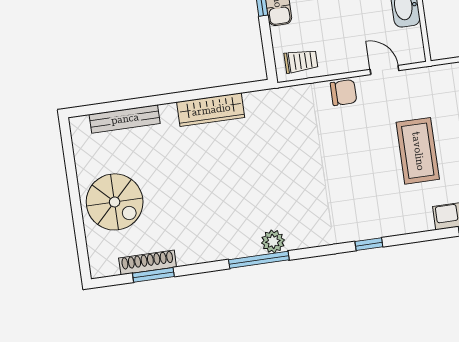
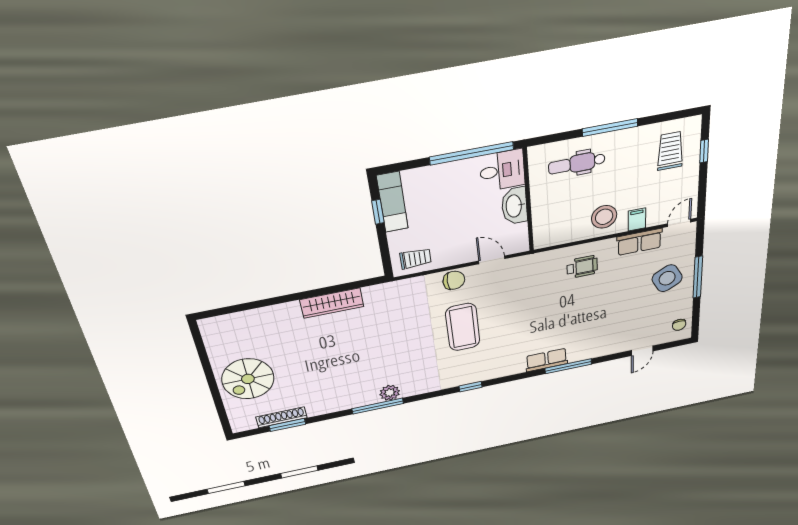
bench: (125, 119) -> (251, 317), removed
coffee table: (418, 151) -> (463, 327), moved
spiral stairs: (115, 202) -> (248, 379), turned 90

